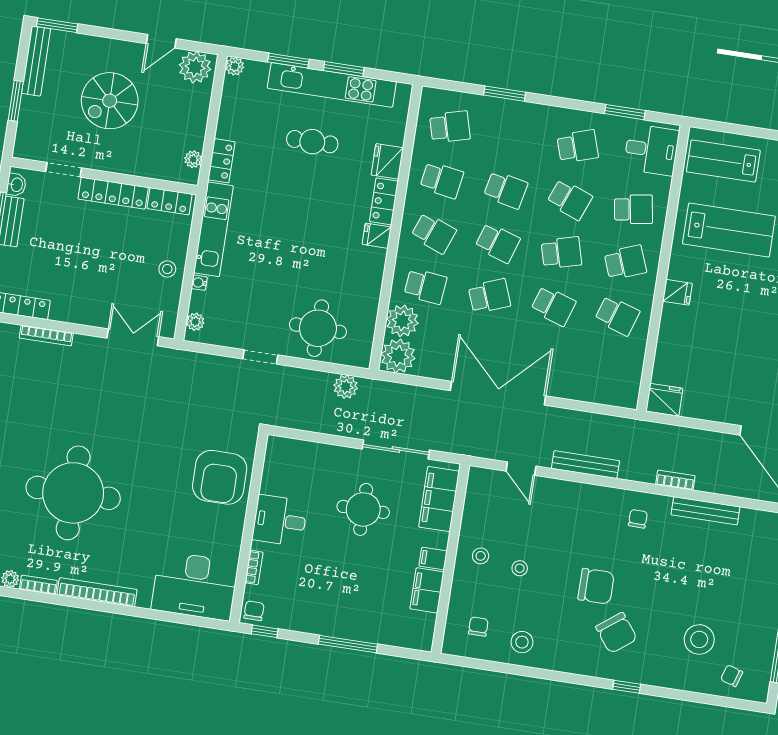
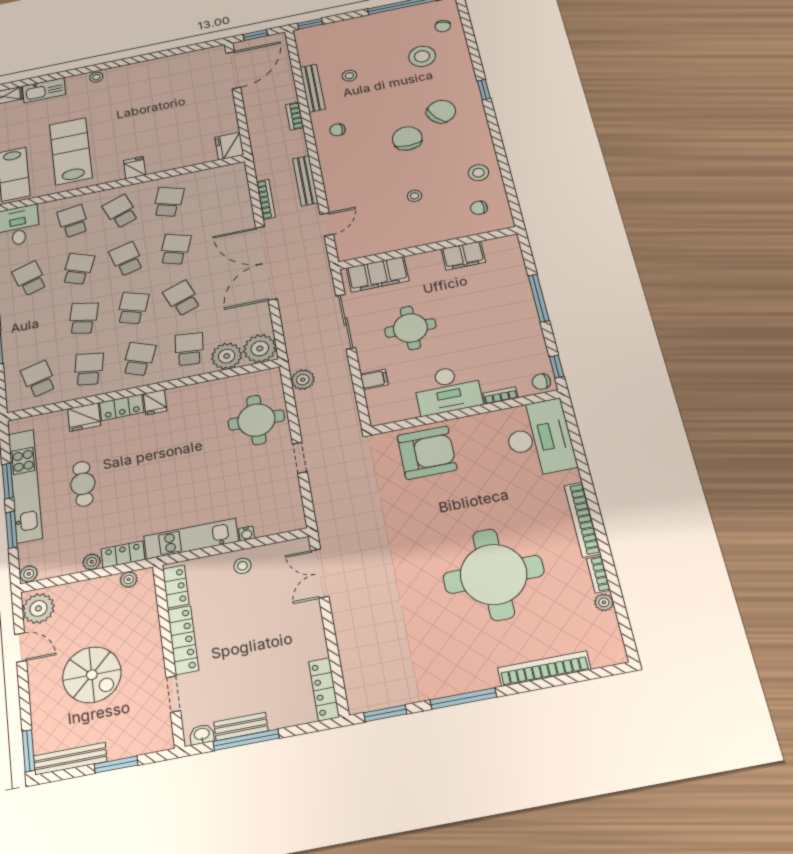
plant: (195, 322) -> (92, 562), moved
bookcase: (46, 335) -> (266, 199), moved
desk: (280, 521) -> (448, 390), width x1.37
stool: (481, 556) -> (349, 76), moved
filing cabinet: (433, 559) -> (374, 379), moved, turned -90

